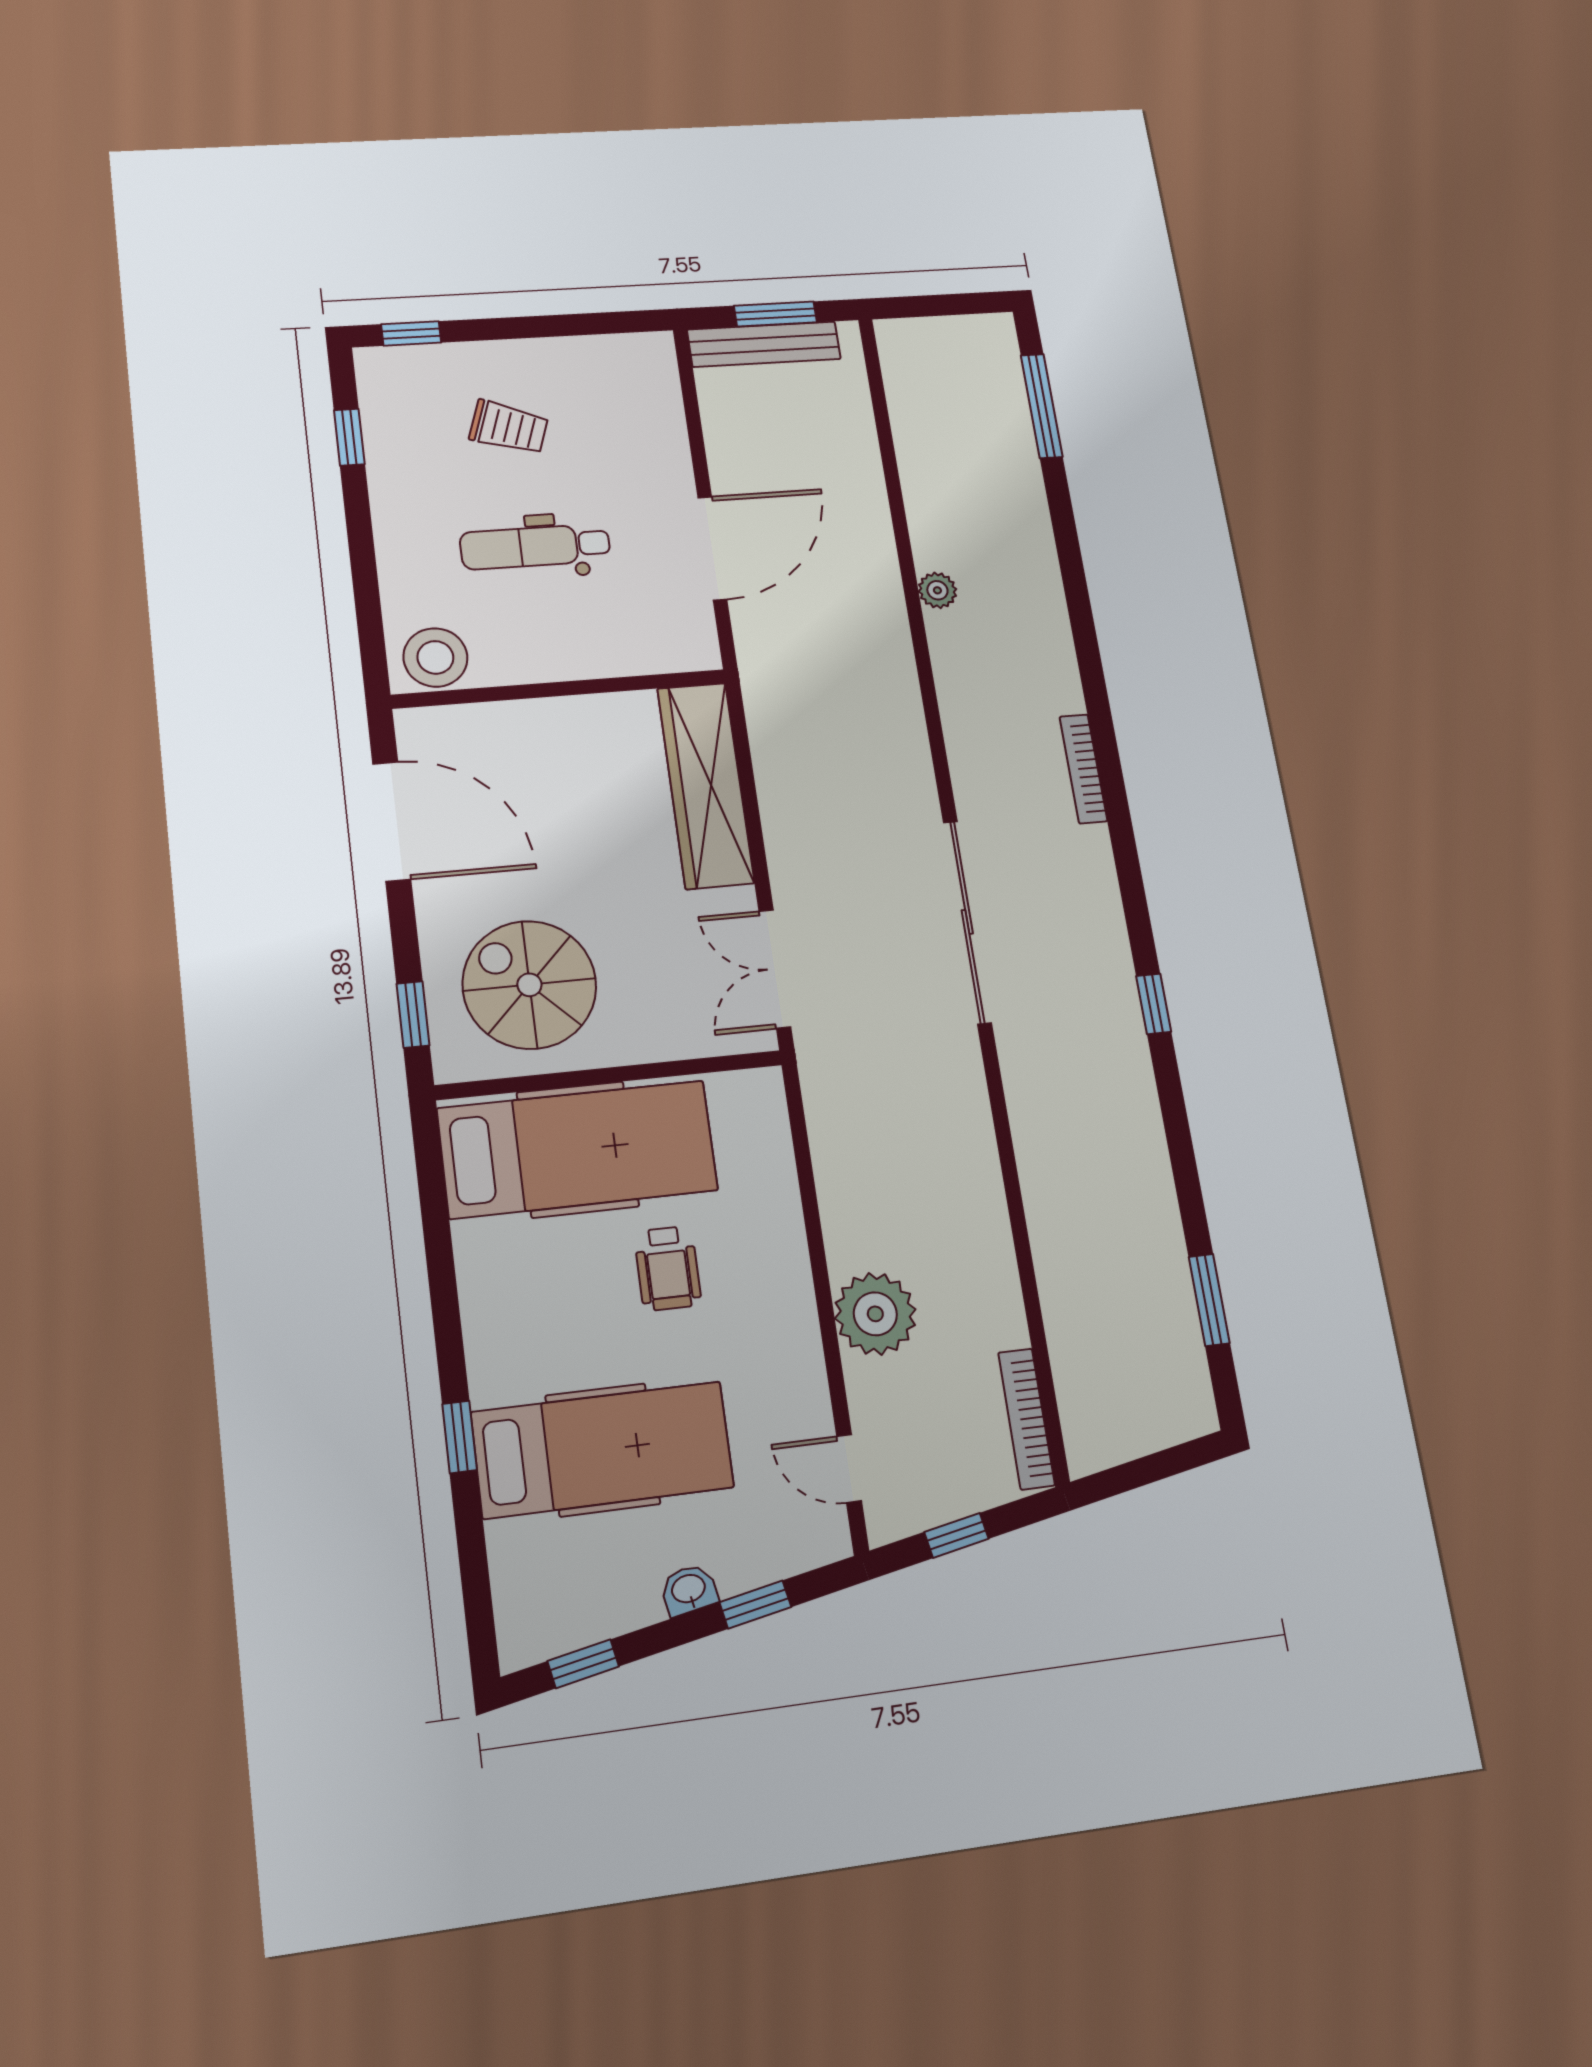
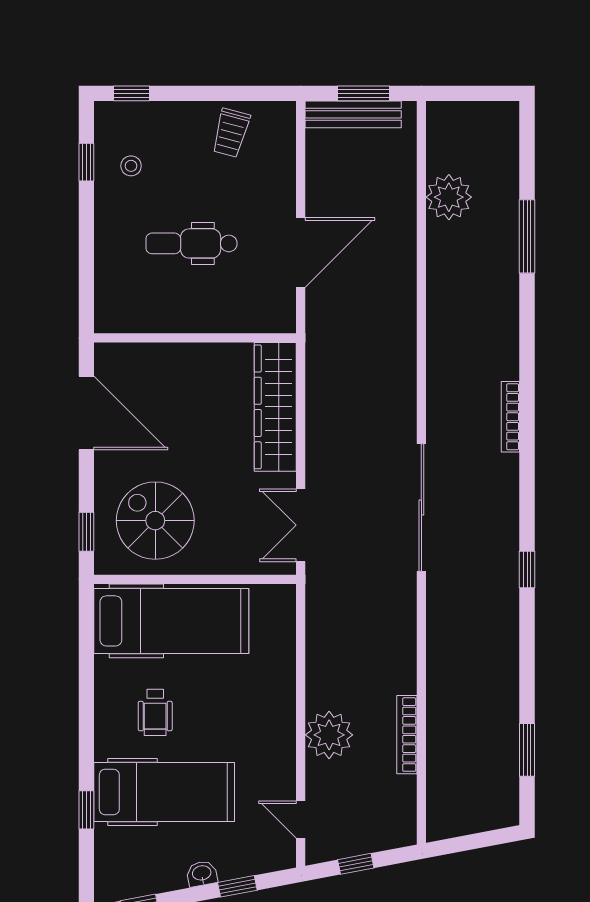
window: (1042, 406) -> (527, 236), moved
trolley: (509, 427) -> (231, 133), moved, turned 86
plant: (937, 590) -> (449, 197), moved, width x1.87, depth x1.87
stool: (435, 657) -> (131, 166), moved, width x0.53, depth x0.53
wheelchair: (668, 1268) -> (155, 712), moved
bookcase: (1026, 1419) -> (407, 735), moved
window: (460, 1437) -> (86, 810), moved

